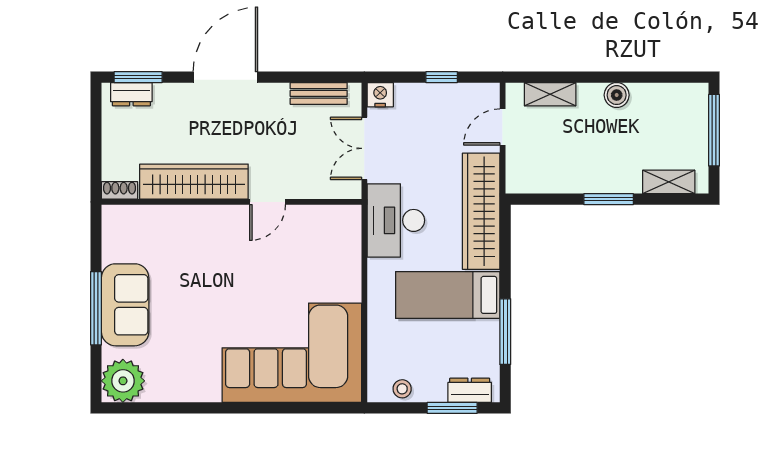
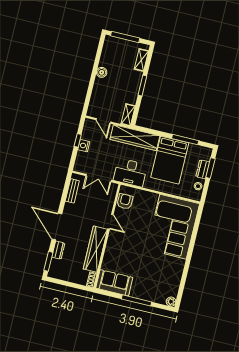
dresser: (131, 94) -> (58, 250), moved
shelving: (550, 94) -> (128, 115), moved
nightstand: (380, 95) -> (84, 146), moved
armchair: (324, 224) -> (125, 201), added
bed: (448, 295) -> (170, 160), width x1.50
sofa: (125, 305) -> (114, 283), moved
plant: (123, 381) -> (171, 302), width x0.53, depth x0.53
dresser: (470, 390) -> (203, 169), moved

